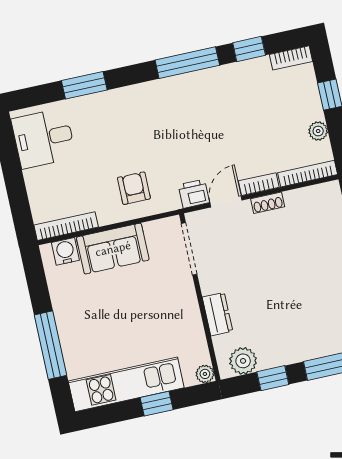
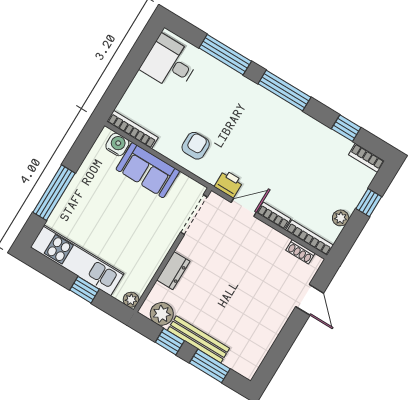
window: (187, 63) -> (284, 91), moved
window: (84, 85) -> (225, 55), width x1.44
shoe rack: (268, 203) -> (300, 252), moved
bench: (296, 353) -> (198, 339), added

